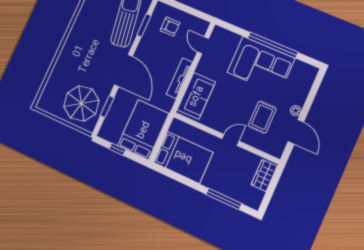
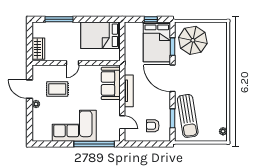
window: (273, 45) -> (94, 144), moved
rug: (262, 117) -> (57, 89), turned 90
bed: (143, 130) -> (157, 42), moved

